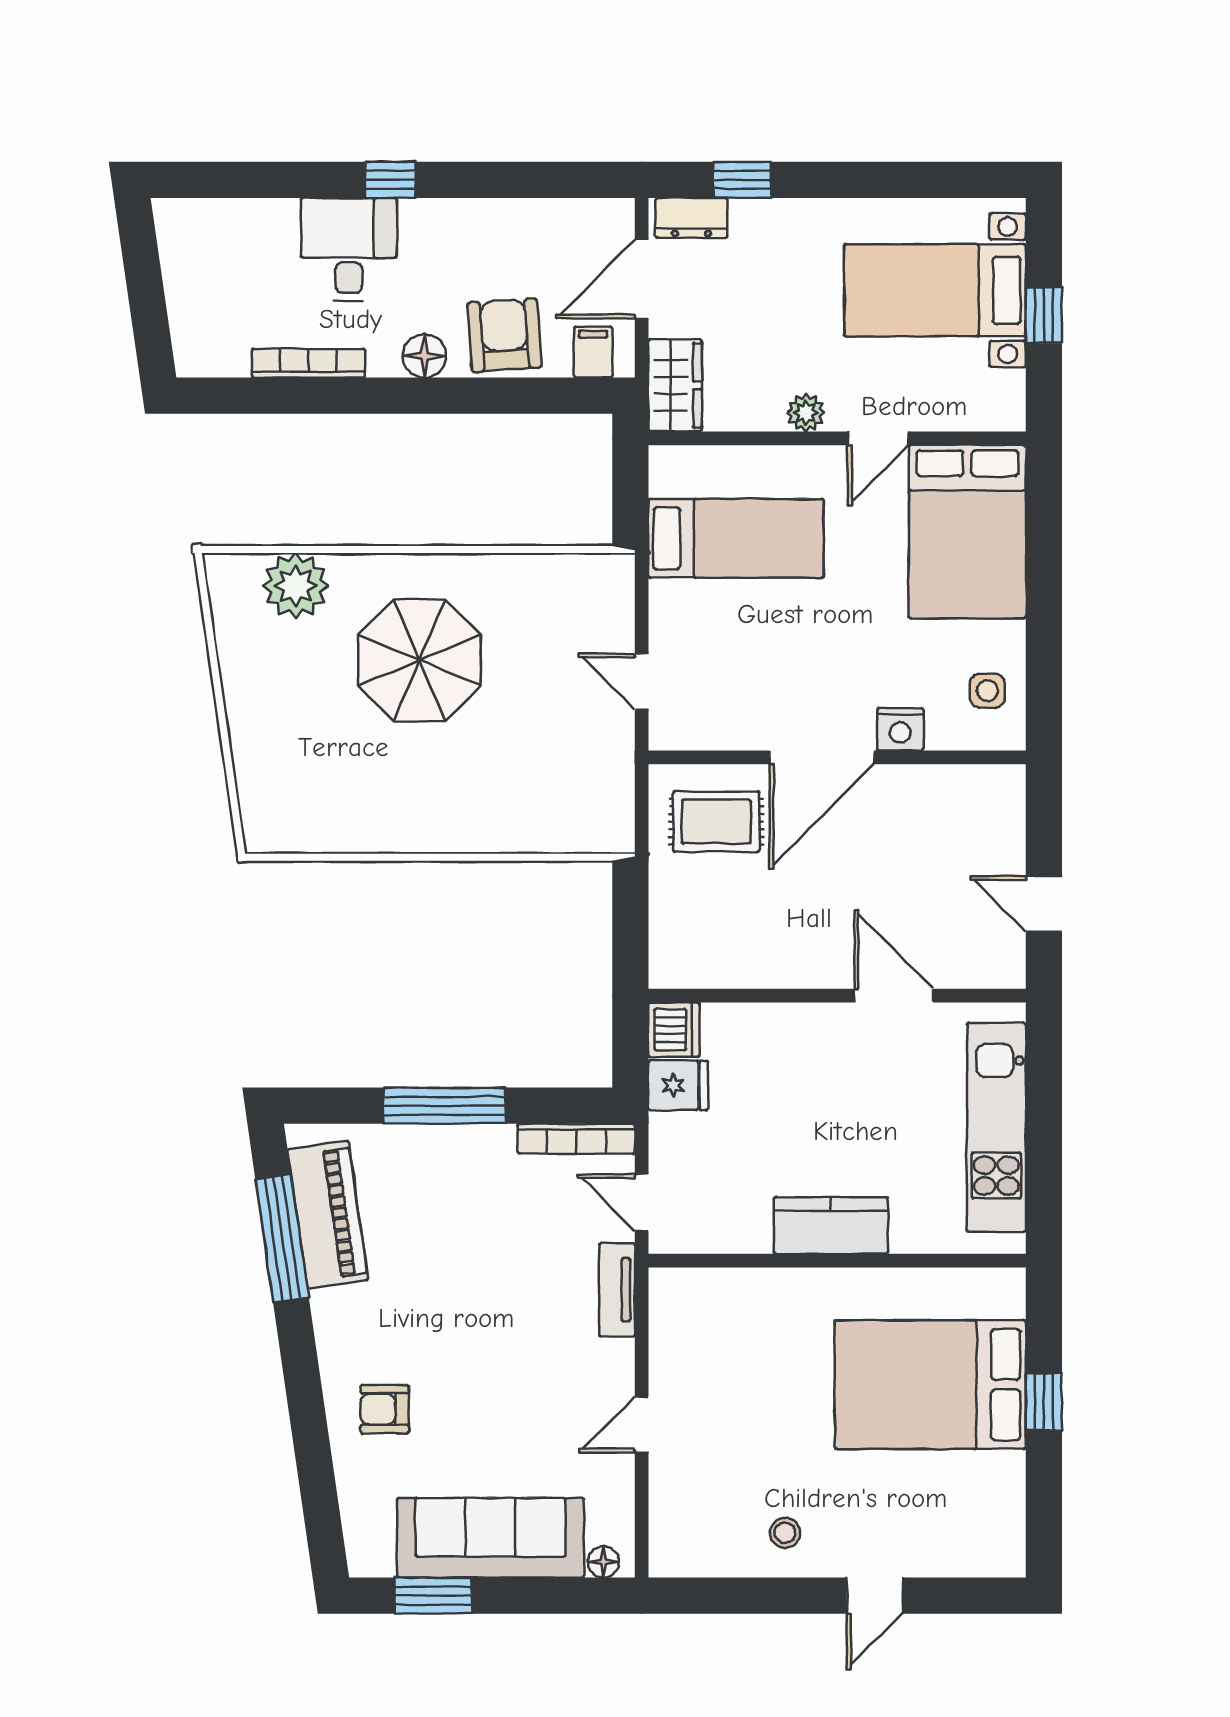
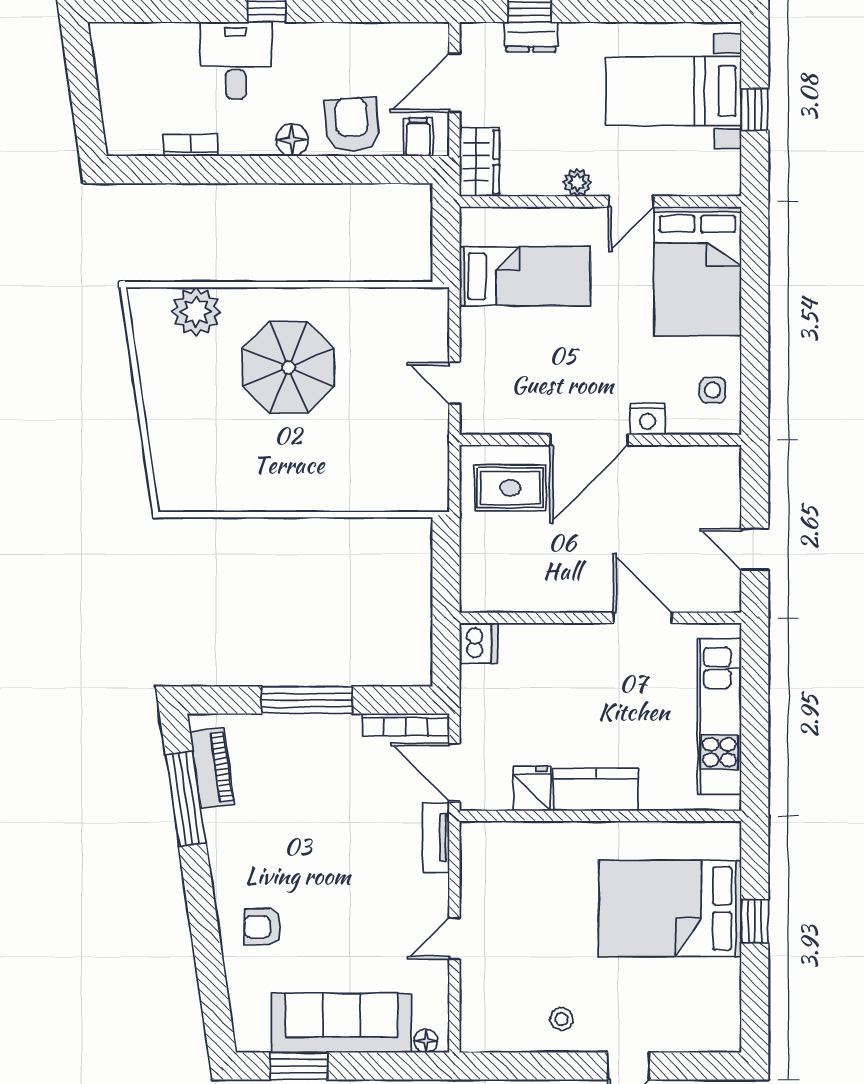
dresser: (692, 218) -> (531, 37), moved
bookcase: (309, 363) -> (190, 145), width x0.64
fridge: (678, 1085) -> (532, 789), moved, turned -90
door: (642, 1202) -> (454, 772), width x1.38
piano: (328, 1215) -> (212, 768), width x0.73, depth x0.75

